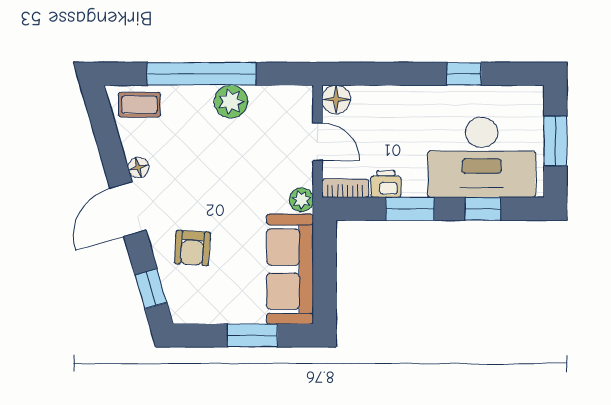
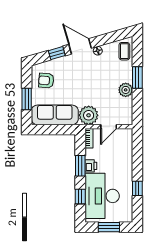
window: (201, 74) -> (137, 77), width x0.47
floor lamp: (336, 99) -> (127, 134), removed
printer: (386, 184) -> (91, 166), moved
plant: (301, 200) -> (89, 115), width x1.87, depth x1.87
armchair: (192, 248) -> (46, 81), moved
window: (151, 289) -> (57, 53), moved

